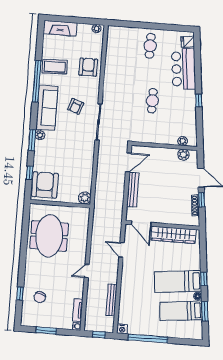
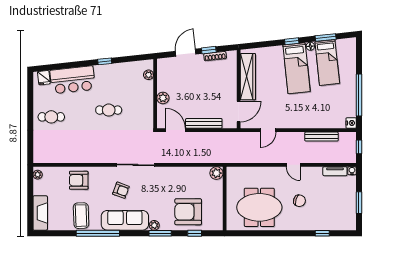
plant: (183, 155) -> (163, 98), moved
armchair: (45, 185) -> (188, 212), moved
chair: (40, 297) -> (299, 201), moved

